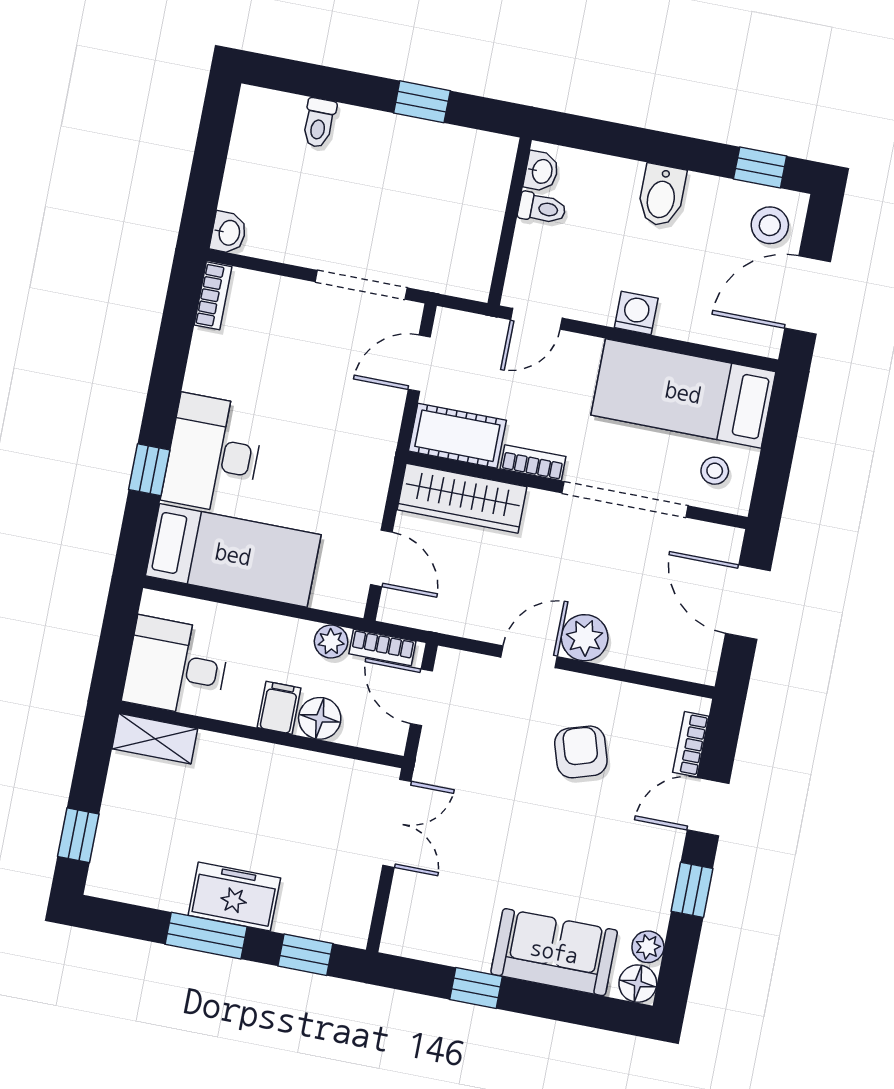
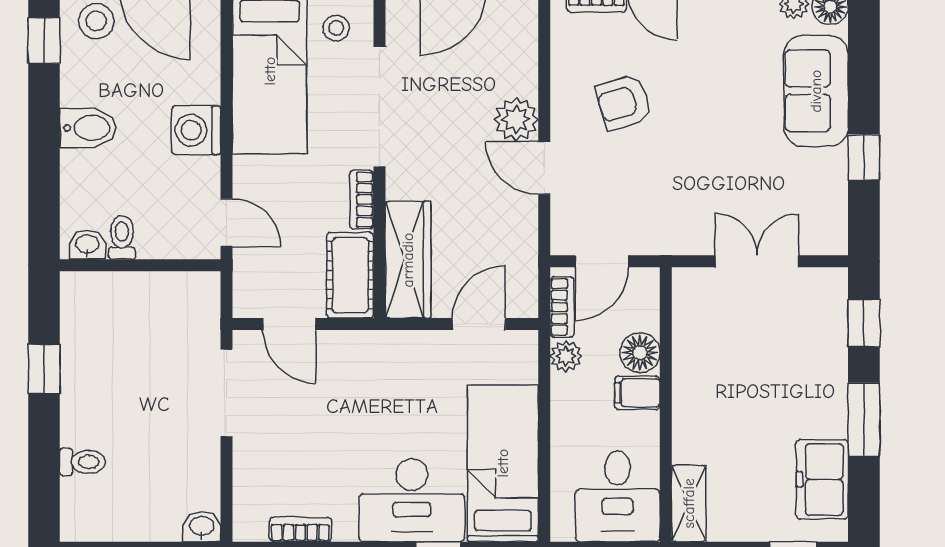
bookcase: (213, 296) -> (300, 530), moved
washing machine: (636, 313) -> (196, 130), width x1.38, depth x1.38
double door: (397, 823) -> (757, 261), moved
freezer: (234, 897) -> (822, 479), moved

